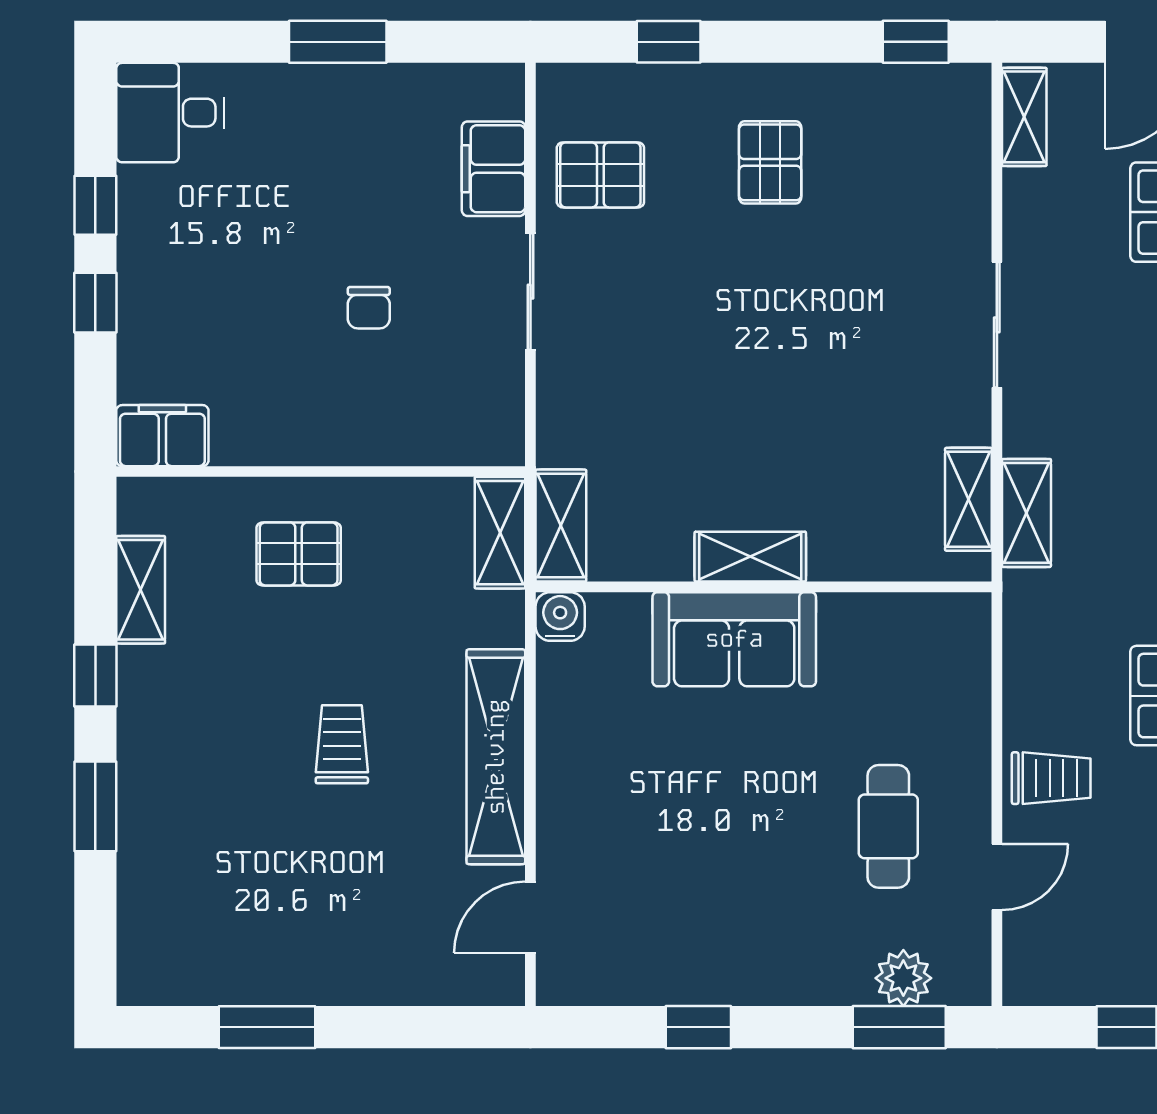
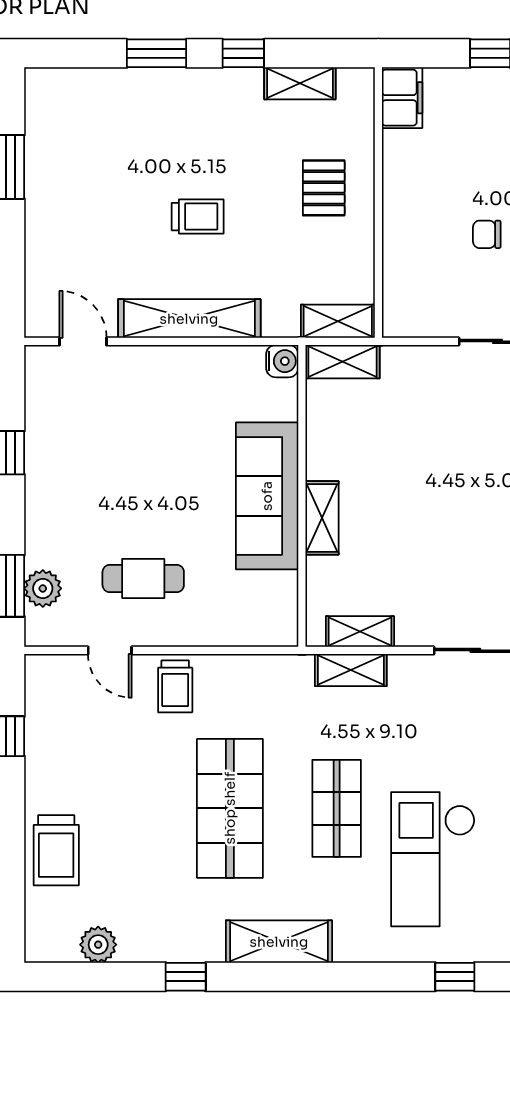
shelving: (750, 557) -> (322, 518), moved
sofa: (734, 639) -> (267, 496), width x1.36

